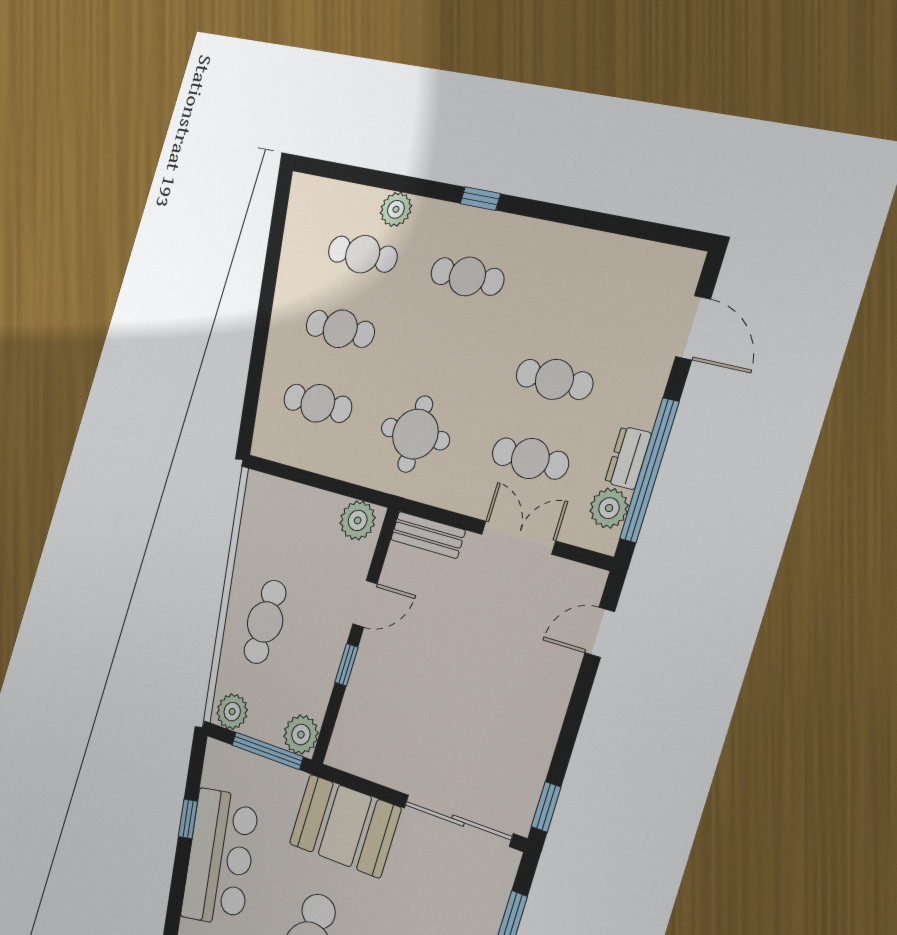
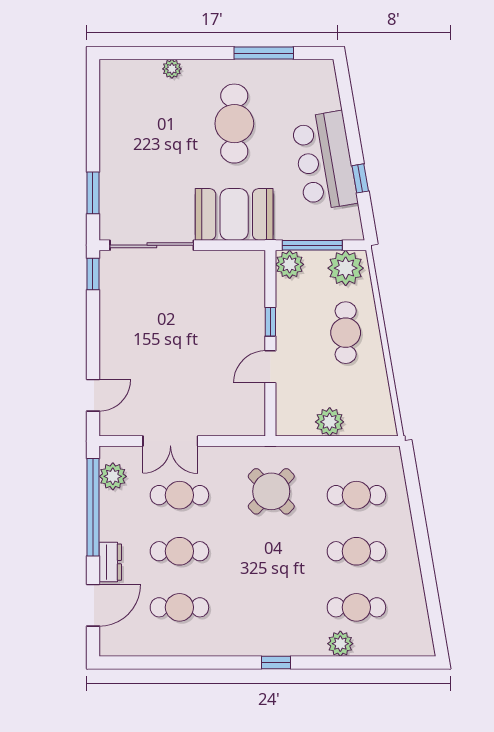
cafe table: (467, 276) -> (179, 607), moved
door: (693, 328) -> (93, 605), swing flipped
round table: (415, 434) -> (271, 491), turned 45
dresser: (628, 458) -> (110, 562), moved
plant: (358, 520) -> (330, 422), moved
bench: (428, 535) -> (238, 426), removed
plant: (232, 712) -> (346, 268), width x1.36, depth x1.36

